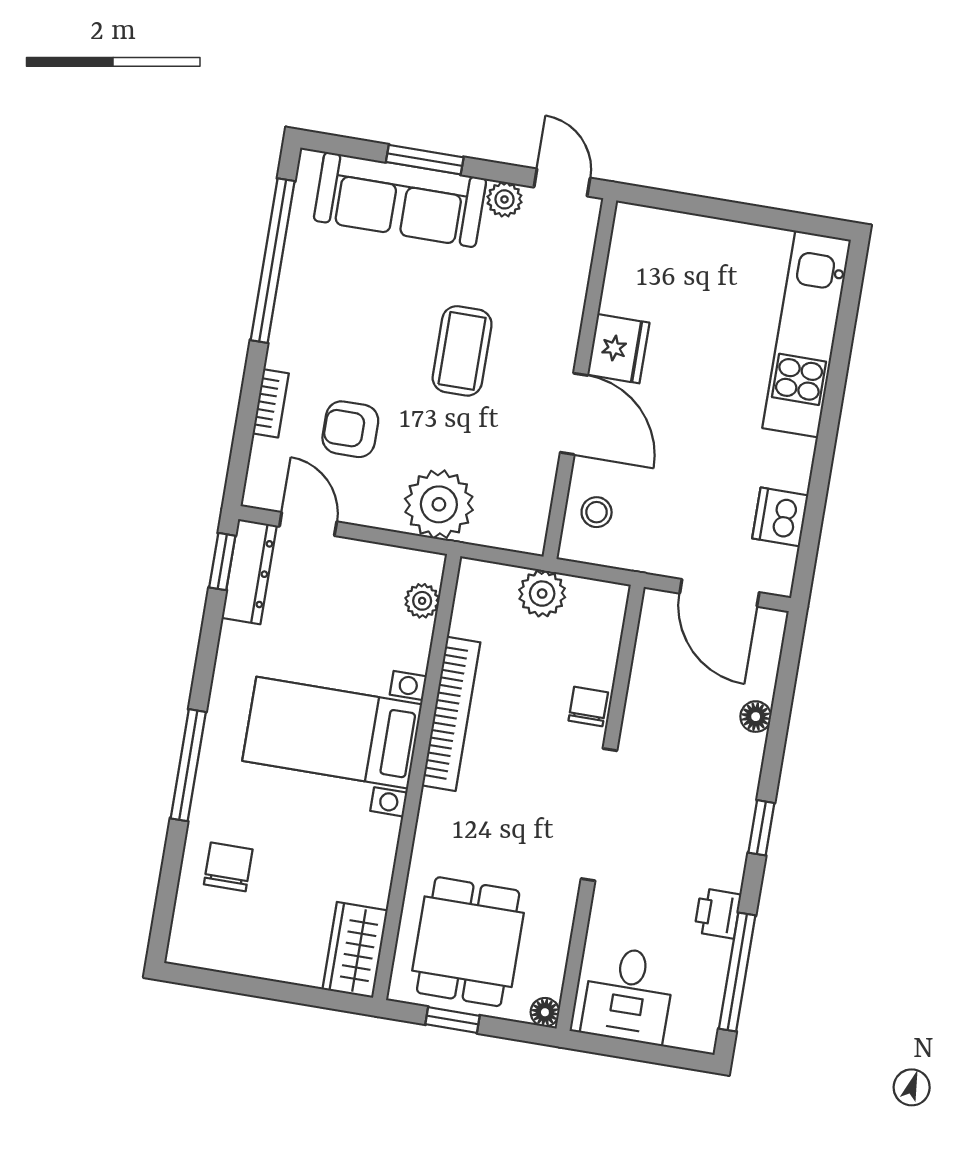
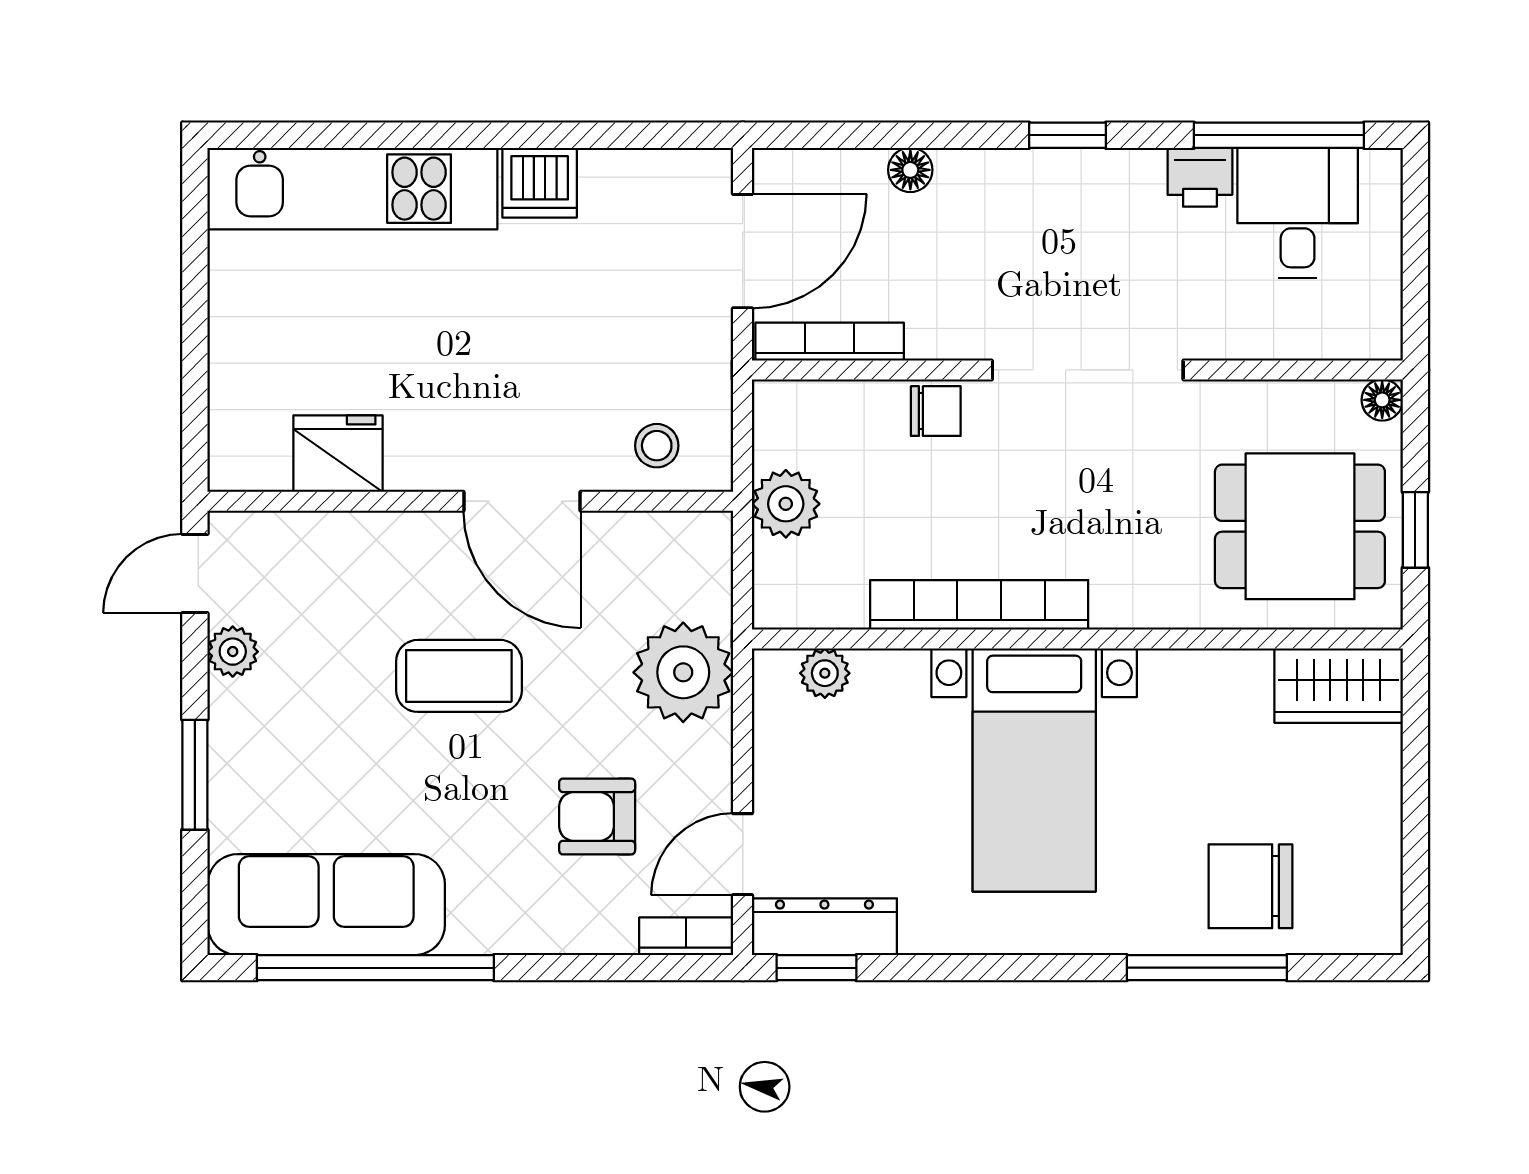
sofa: (400, 200) -> (326, 905), moved, turned -90
fridge: (618, 349) -> (338, 454), moved
bookcase: (271, 403) -> (686, 936), moved
door: (574, 414) -> (522, 501), swing flipped
armchair: (350, 429) -> (597, 816), turned 90
dishwasher: (780, 517) -> (540, 183), moved
bookcase: (648, 642) -> (830, 342), added
chair: (588, 706) -> (936, 411), turned 180
window: (188, 765) -> (1207, 968), moved
chair: (228, 867) -> (1250, 886), width x1.37, depth x1.37
desk: (628, 995) -> (1298, 213), moved, turned -90

